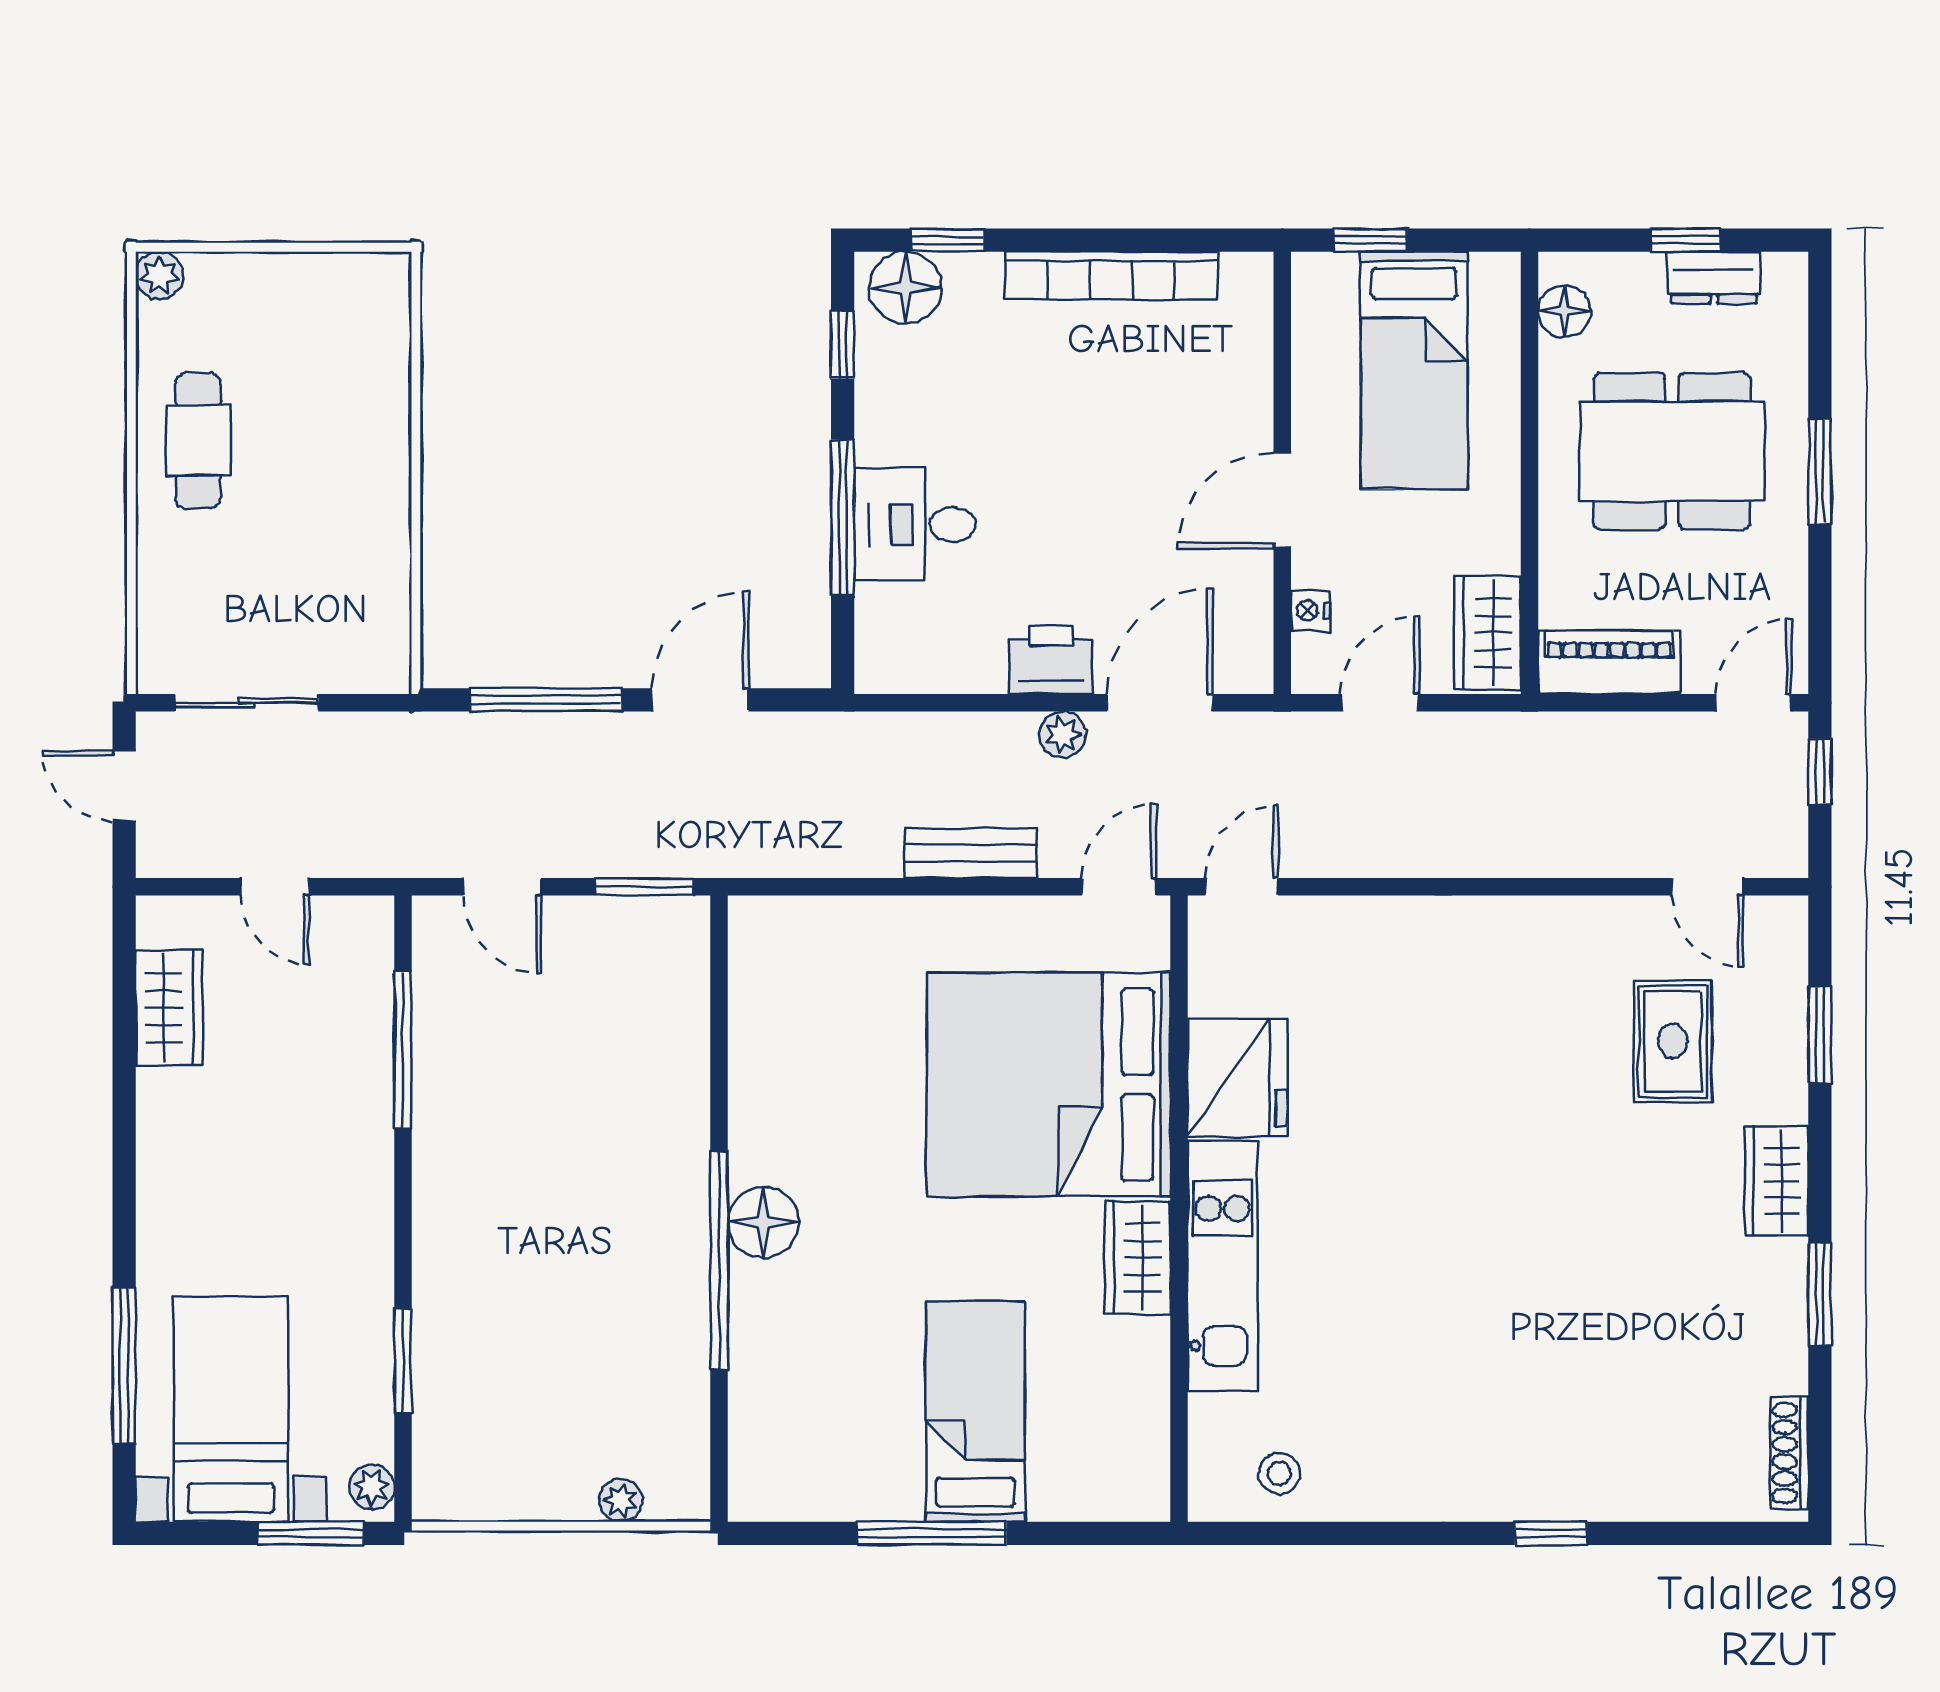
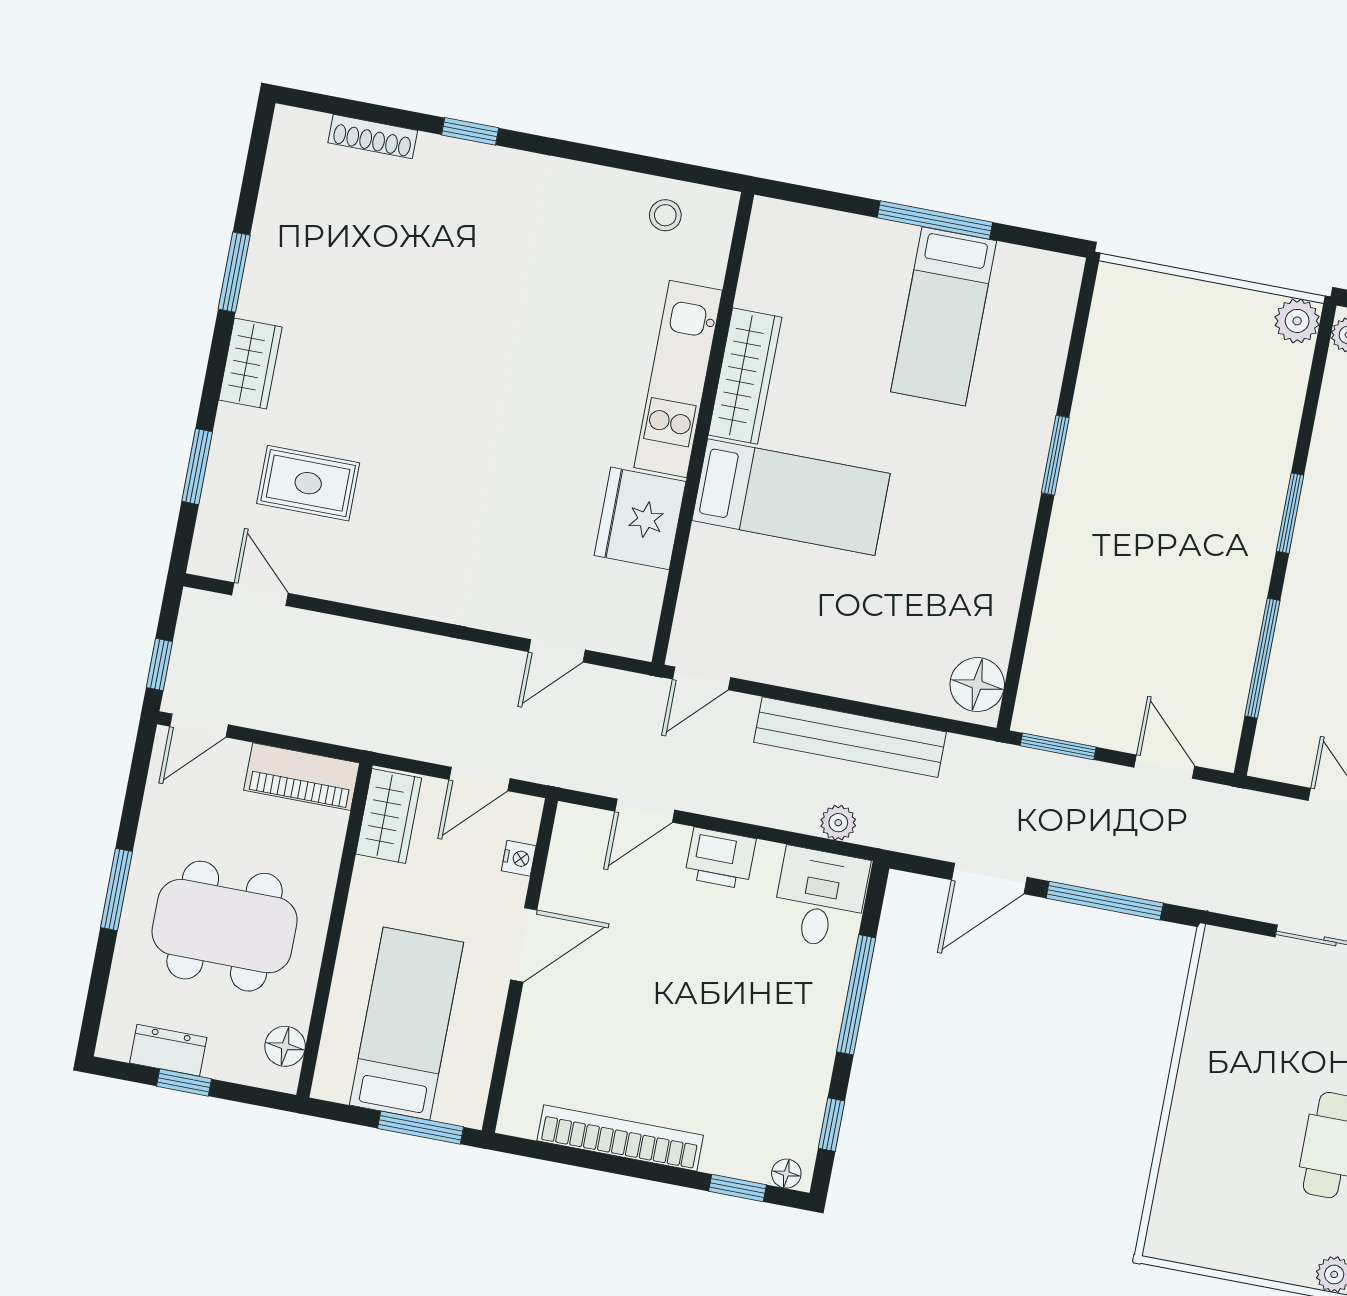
window: (1370, 240) -> (420, 1128), width x1.50
floor lamp: (906, 288) -> (786, 1174), width x0.53, depth x0.53
desk: (915, 524) -> (820, 898), moved, turned -90
door: (1160, 703) -> (645, 811), width x0.73
plant: (1063, 735) -> (838, 823), moved
bench: (971, 853) -> (850, 737), width x1.86, depth x1.21
door: (1242, 887) -> (557, 651), moved
rug: (1673, 1041) -> (308, 483), turned 90
bed: (1049, 1085) -> (791, 497), width x0.49
floor lamp: (763, 1222) -> (977, 685), moved
wardrobe: (1137, 1258) -> (745, 376), width x1.50
window: (719, 1260) -> (1055, 455), width x0.47
window: (403, 1361) -> (1290, 513), moved
bed: (975, 1412) -> (944, 316), moved
shoe rack: (1789, 1453) -> (373, 137), moved, turned 90
plant: (620, 1500) -> (1297, 321), moved, width x1.38, depth x1.38

